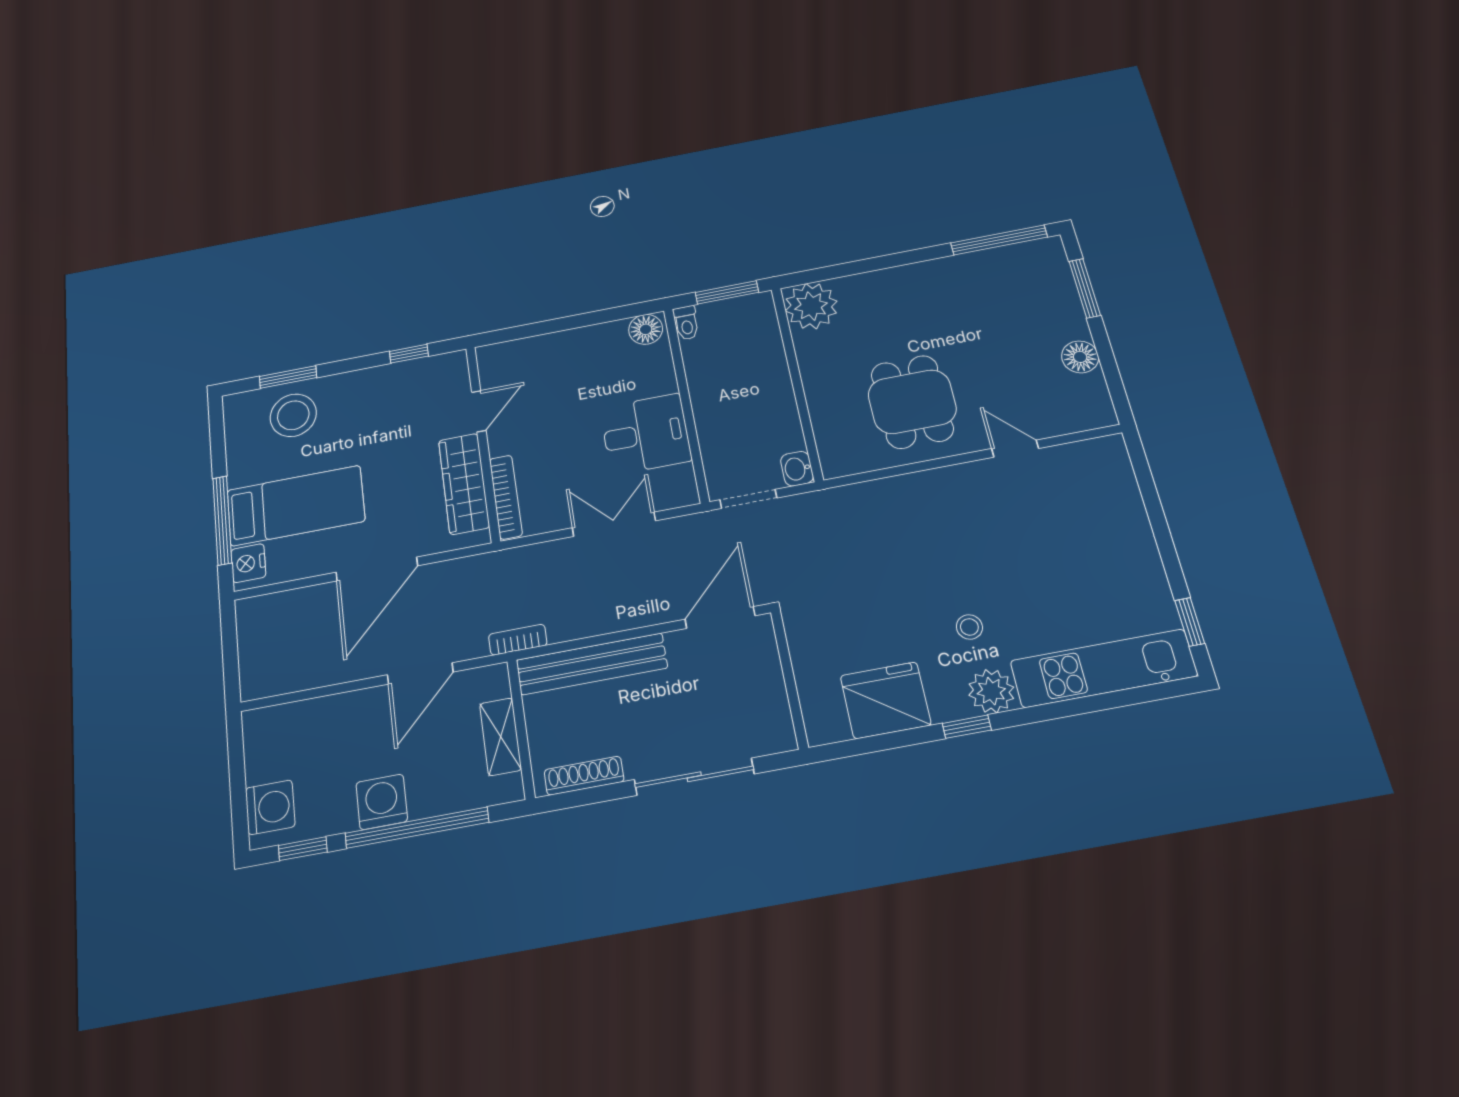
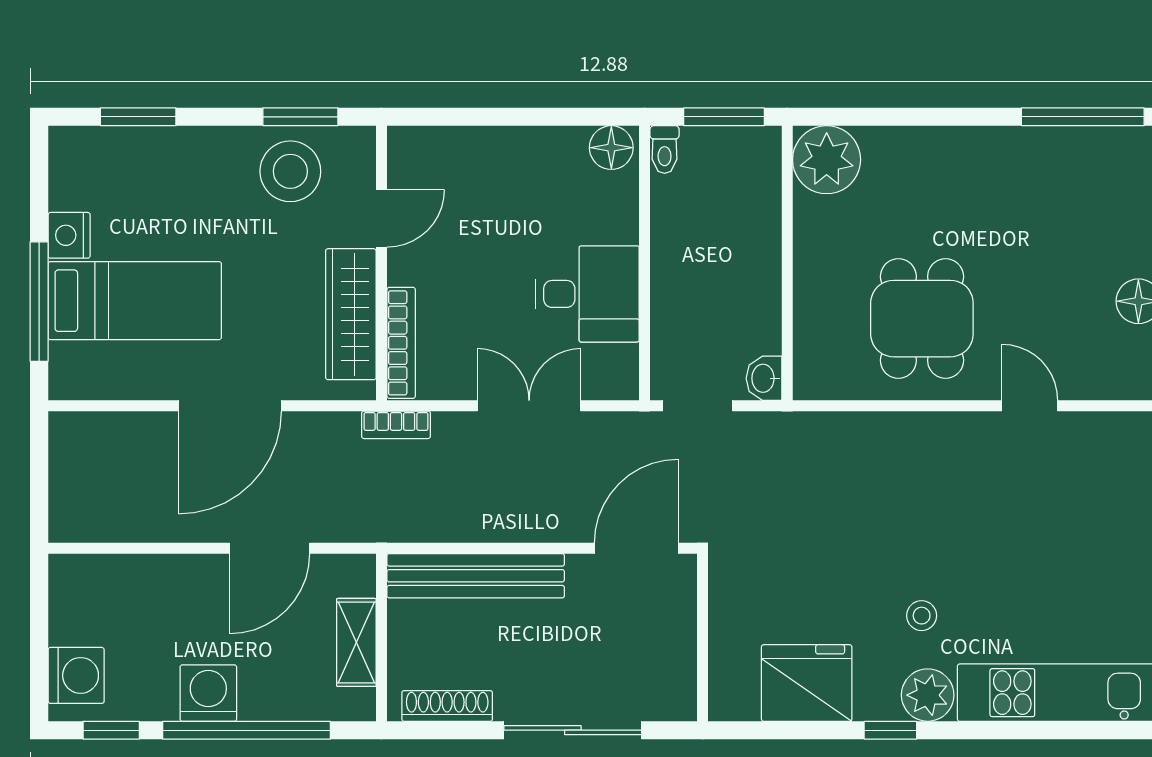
window: (409, 354) -> (300, 117), width x1.50
stool: (293, 415) -> (290, 171), moved
nightstand: (248, 563) -> (69, 235), moved
bookcase: (518, 640) -> (396, 425), moved, turned 180

